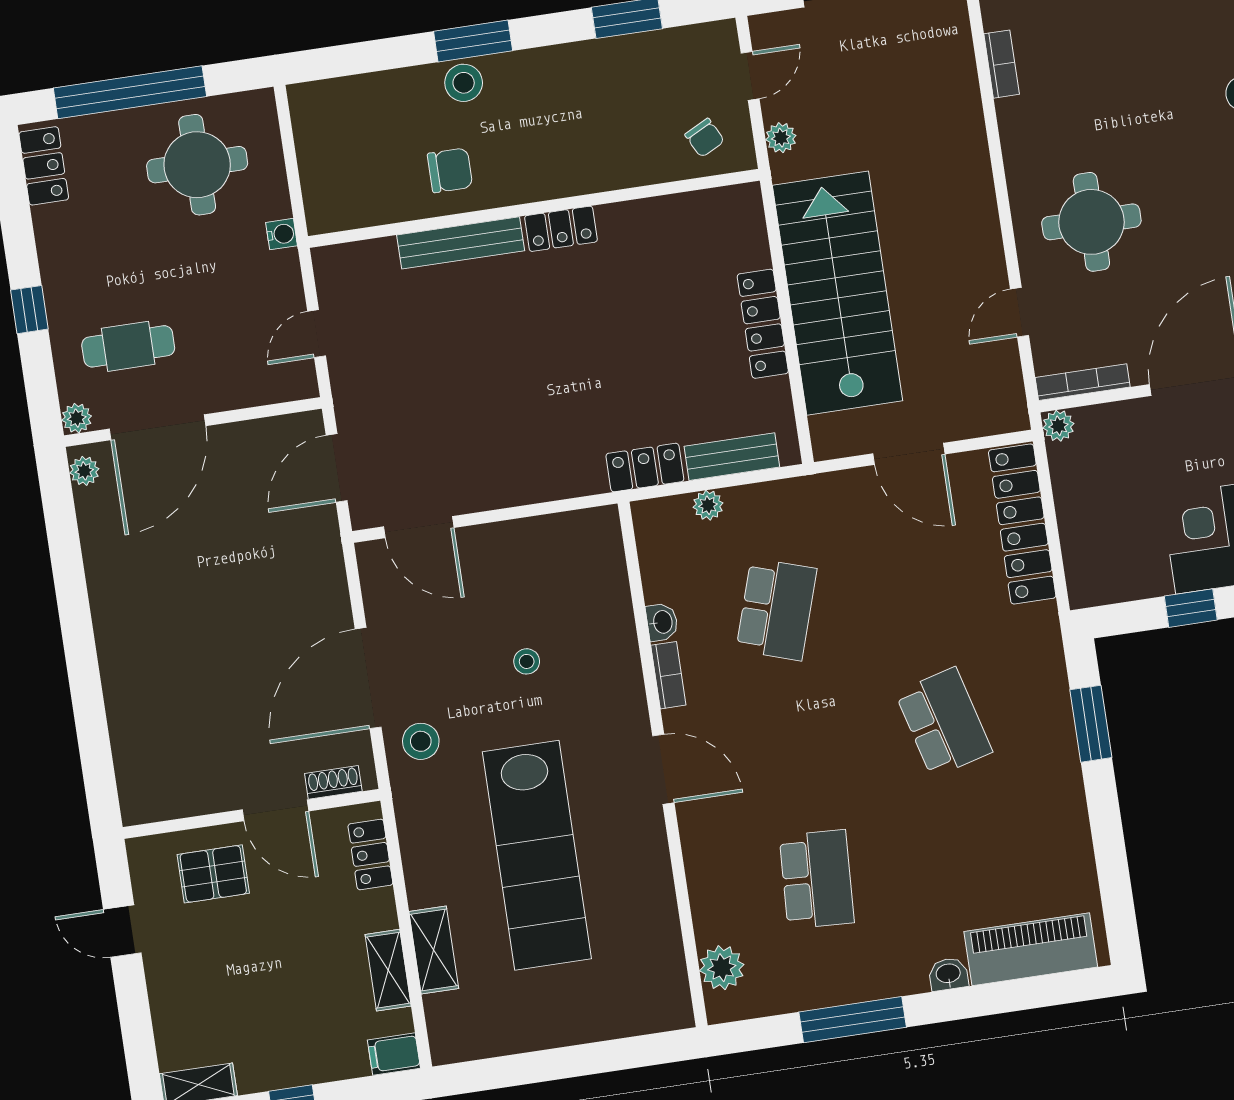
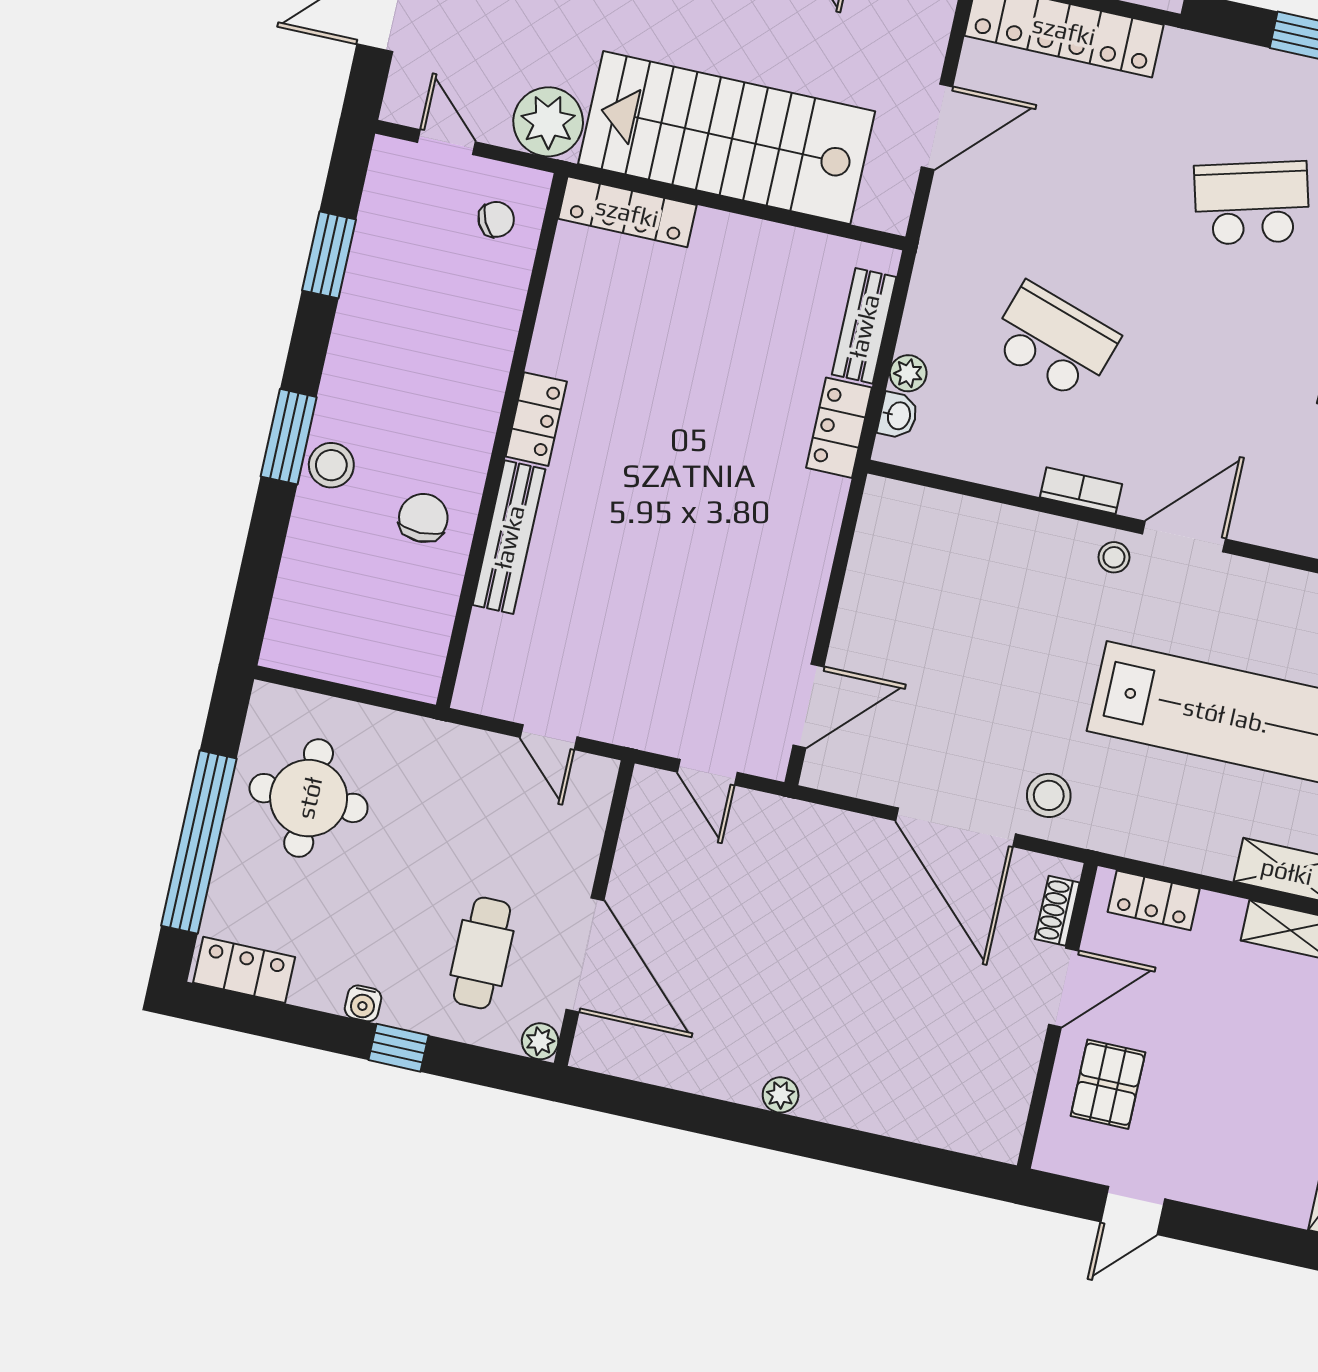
plant: (781, 138) -> (548, 122), width x1.87, depth x1.87
water cooler: (282, 234) -> (363, 1003), moved, turned 180
locker: (763, 324) -> (627, 212), moved
door: (337, 468) -> (707, 772), width x0.73
plant: (84, 471) -> (781, 1095), moved
washbasin: (662, 622) -> (898, 416), moved, turned 90
stool: (527, 661) -> (1114, 557), moved

